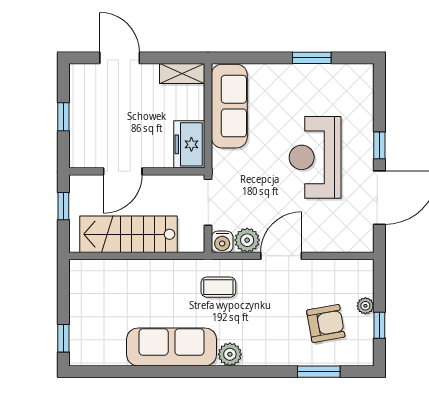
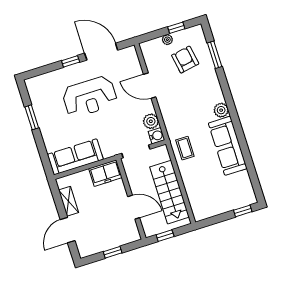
shelving: (182, 74) -> (68, 201), moved
door: (281, 256) -> (150, 86), moved
coffee table: (218, 287) -> (185, 148), moved

